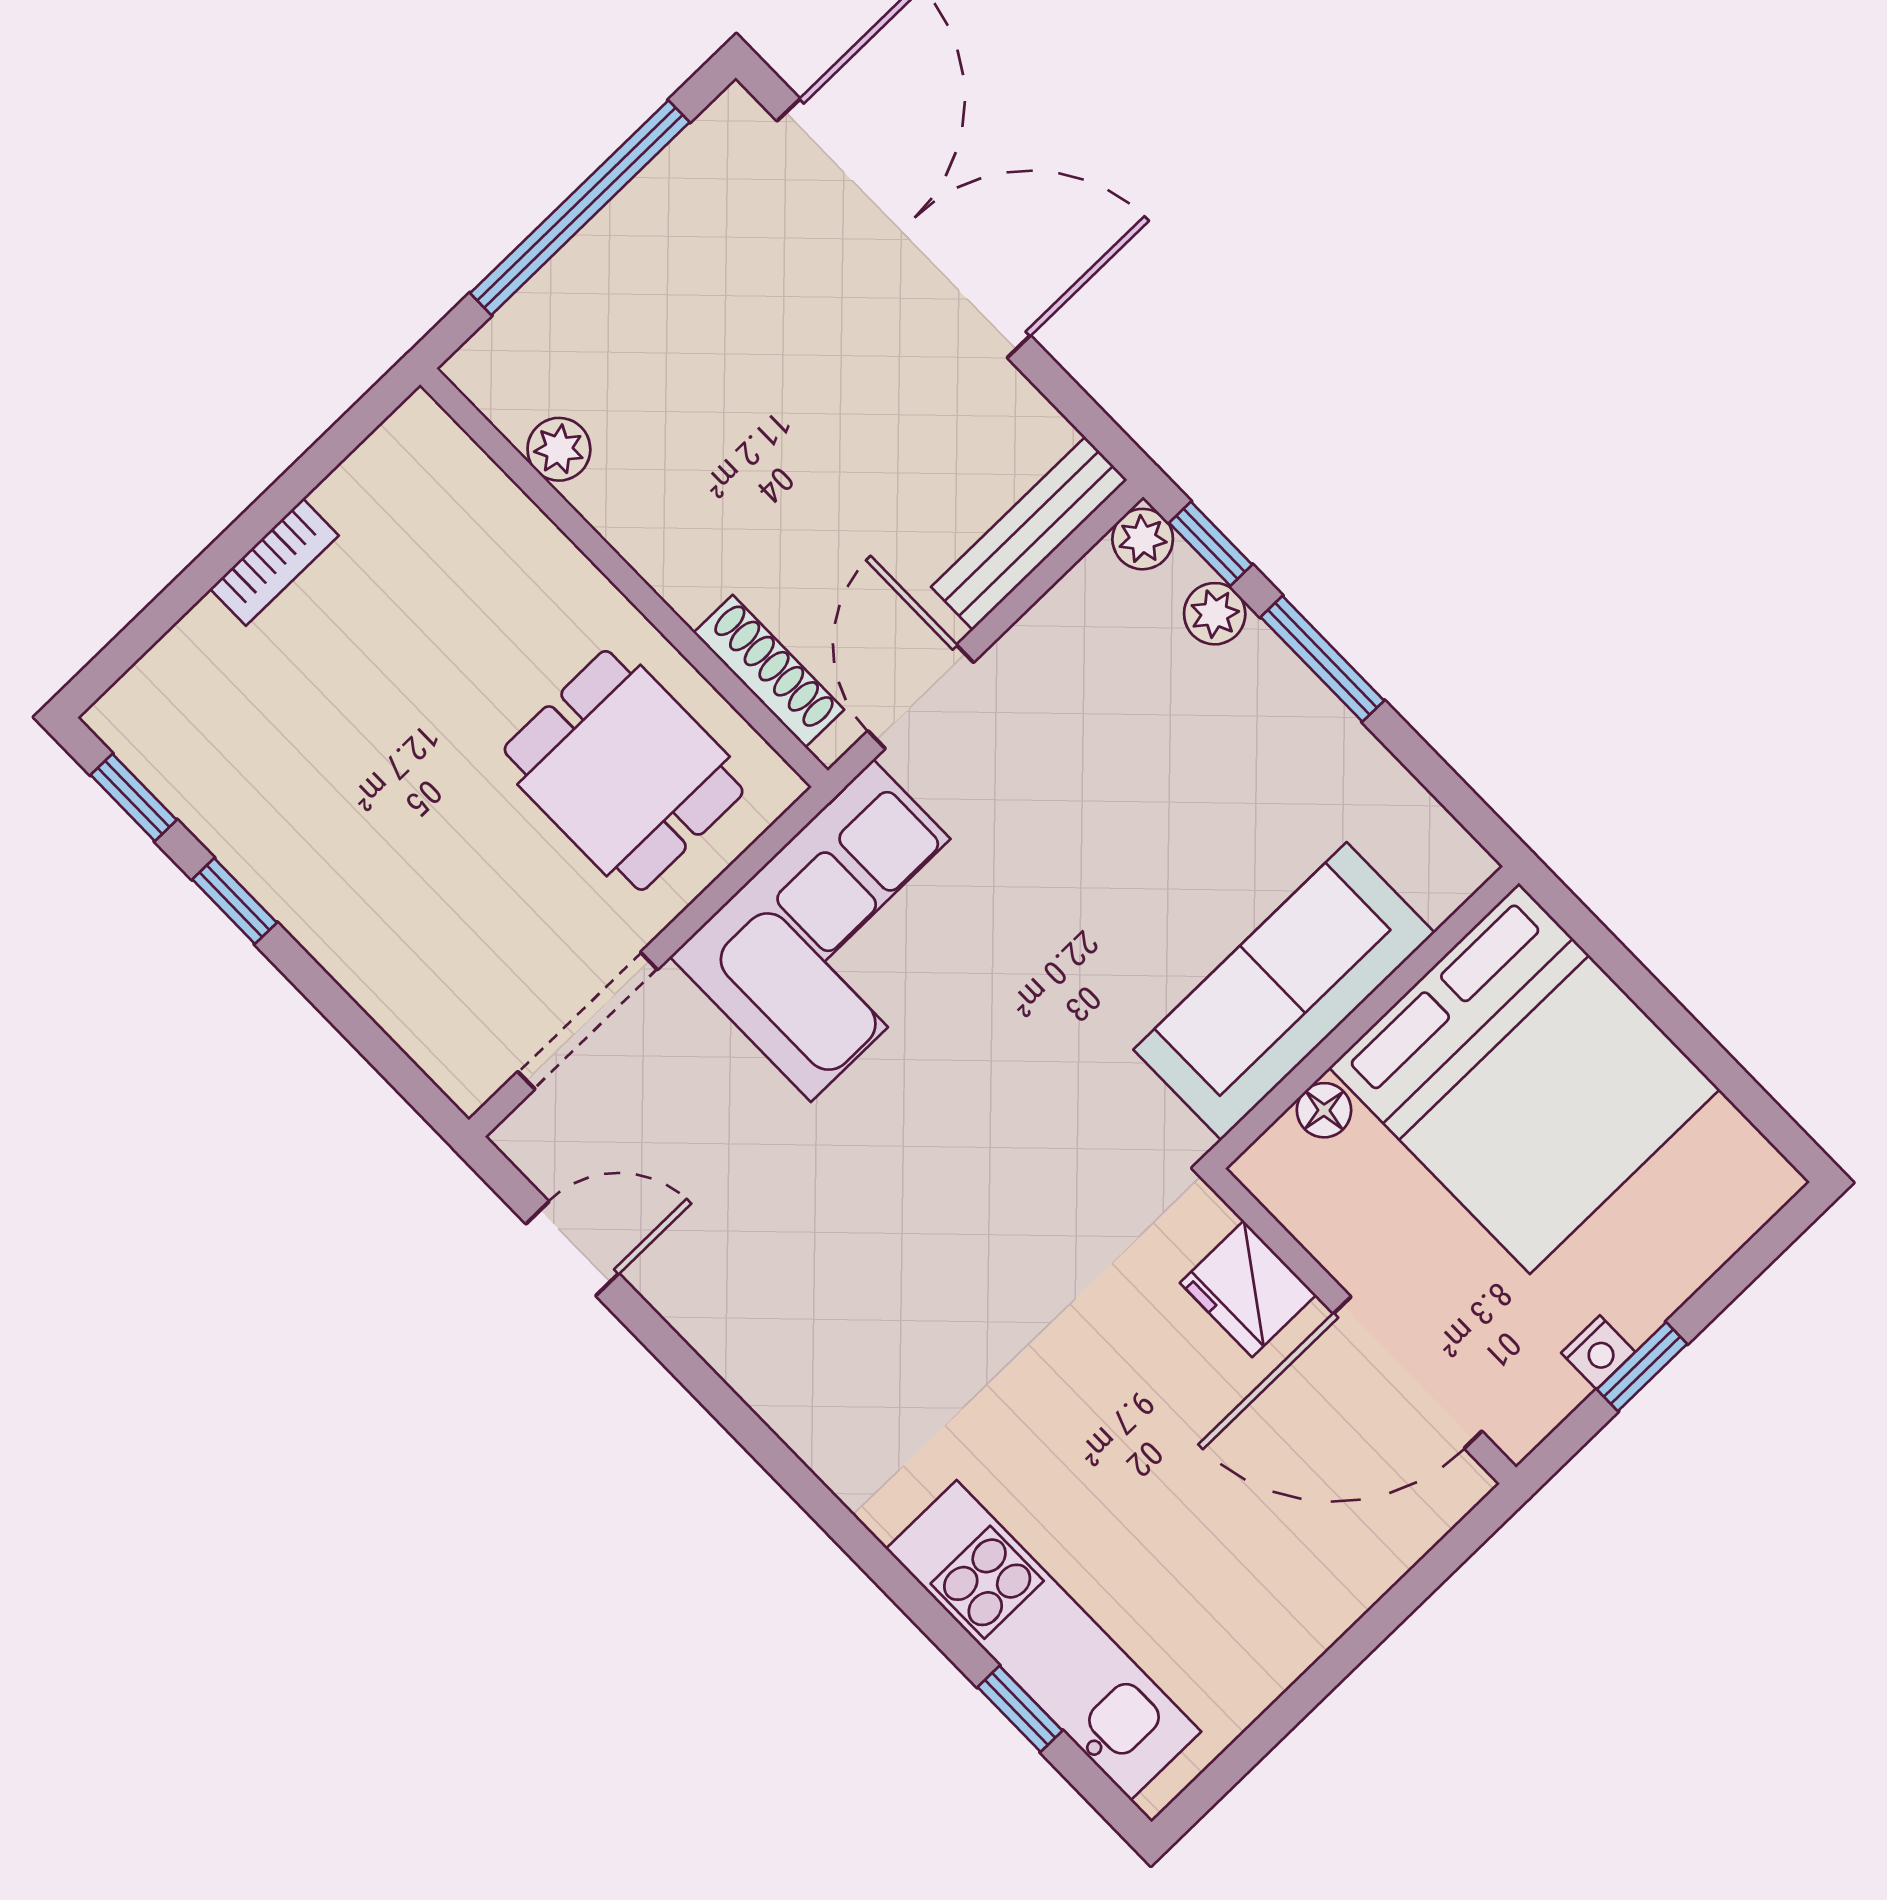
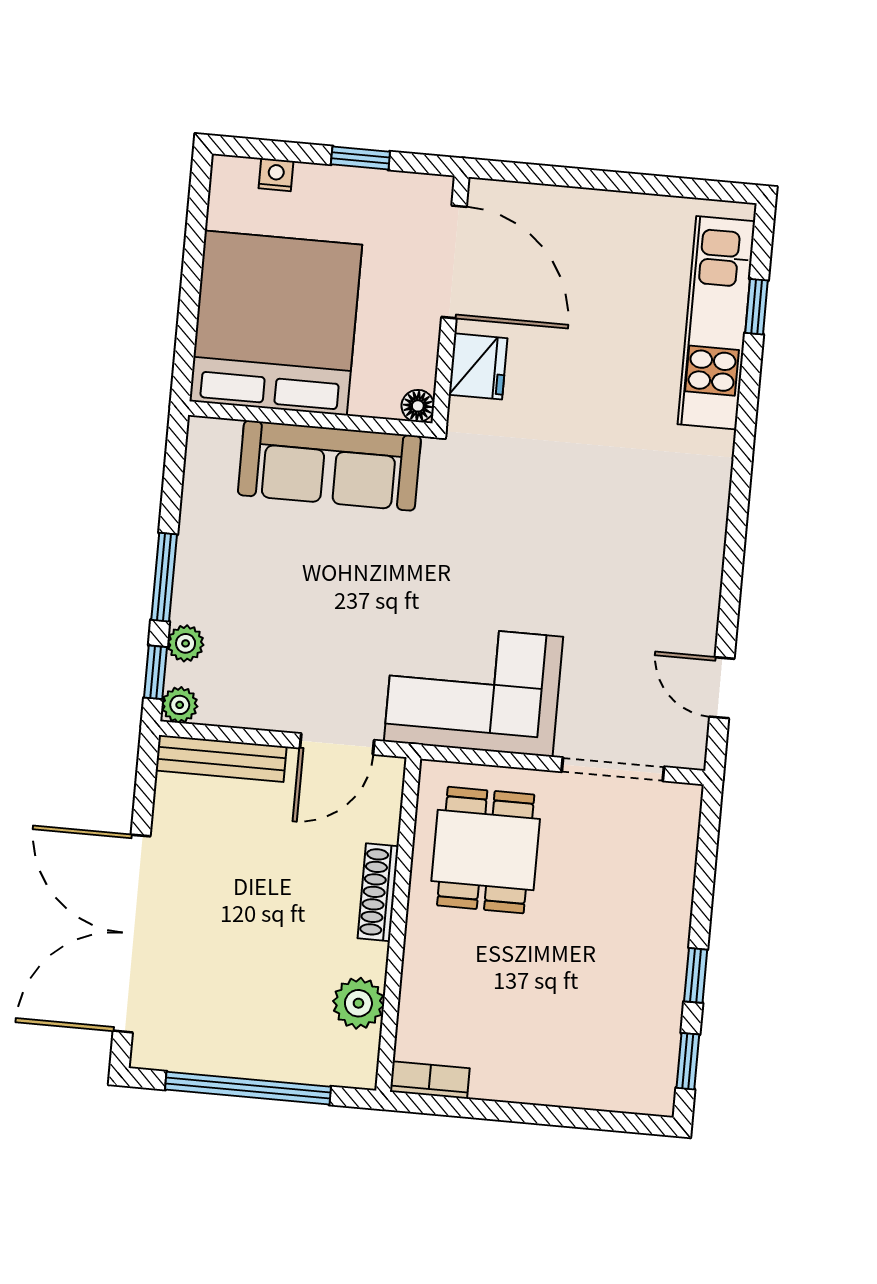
plant: (559, 449) -> (358, 1003), width x1.38, depth x1.38
bookcase: (274, 562) -> (430, 1080), moved
shoe rack: (769, 671) -> (378, 892), moved
floor lamp: (1324, 1110) -> (418, 406), moved
nightstand: (1598, 1352) -> (276, 175), moved

